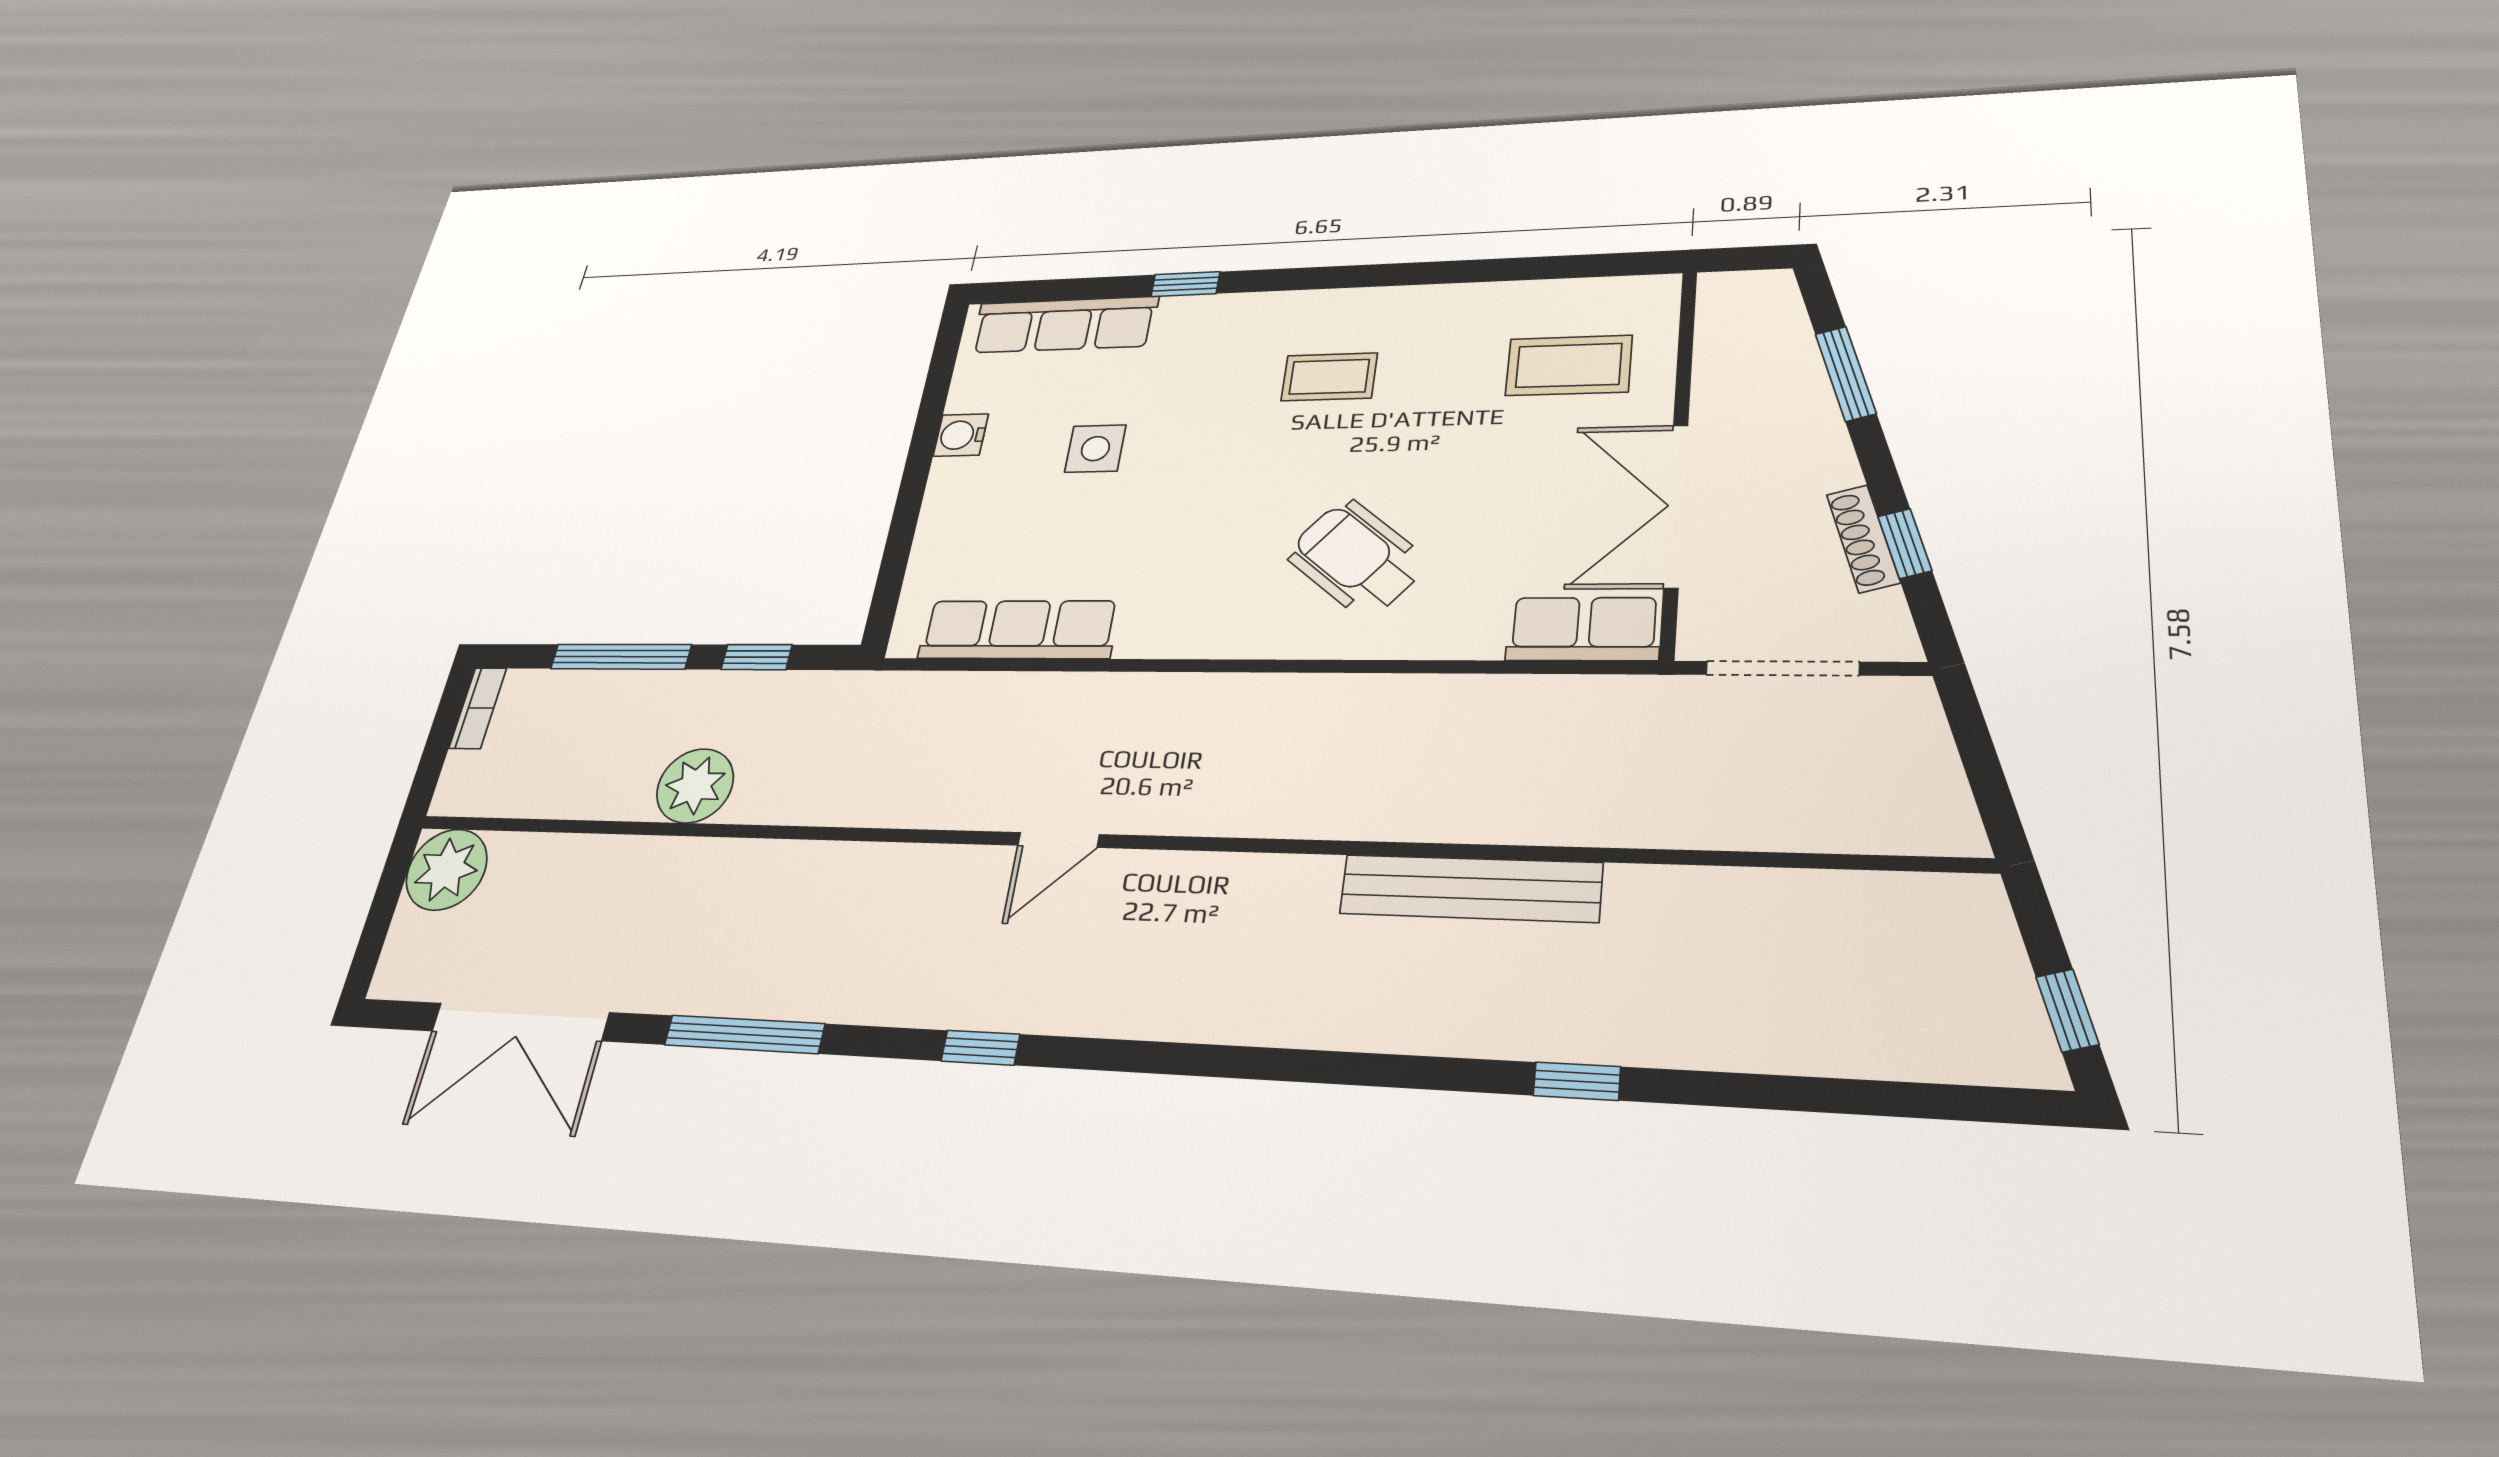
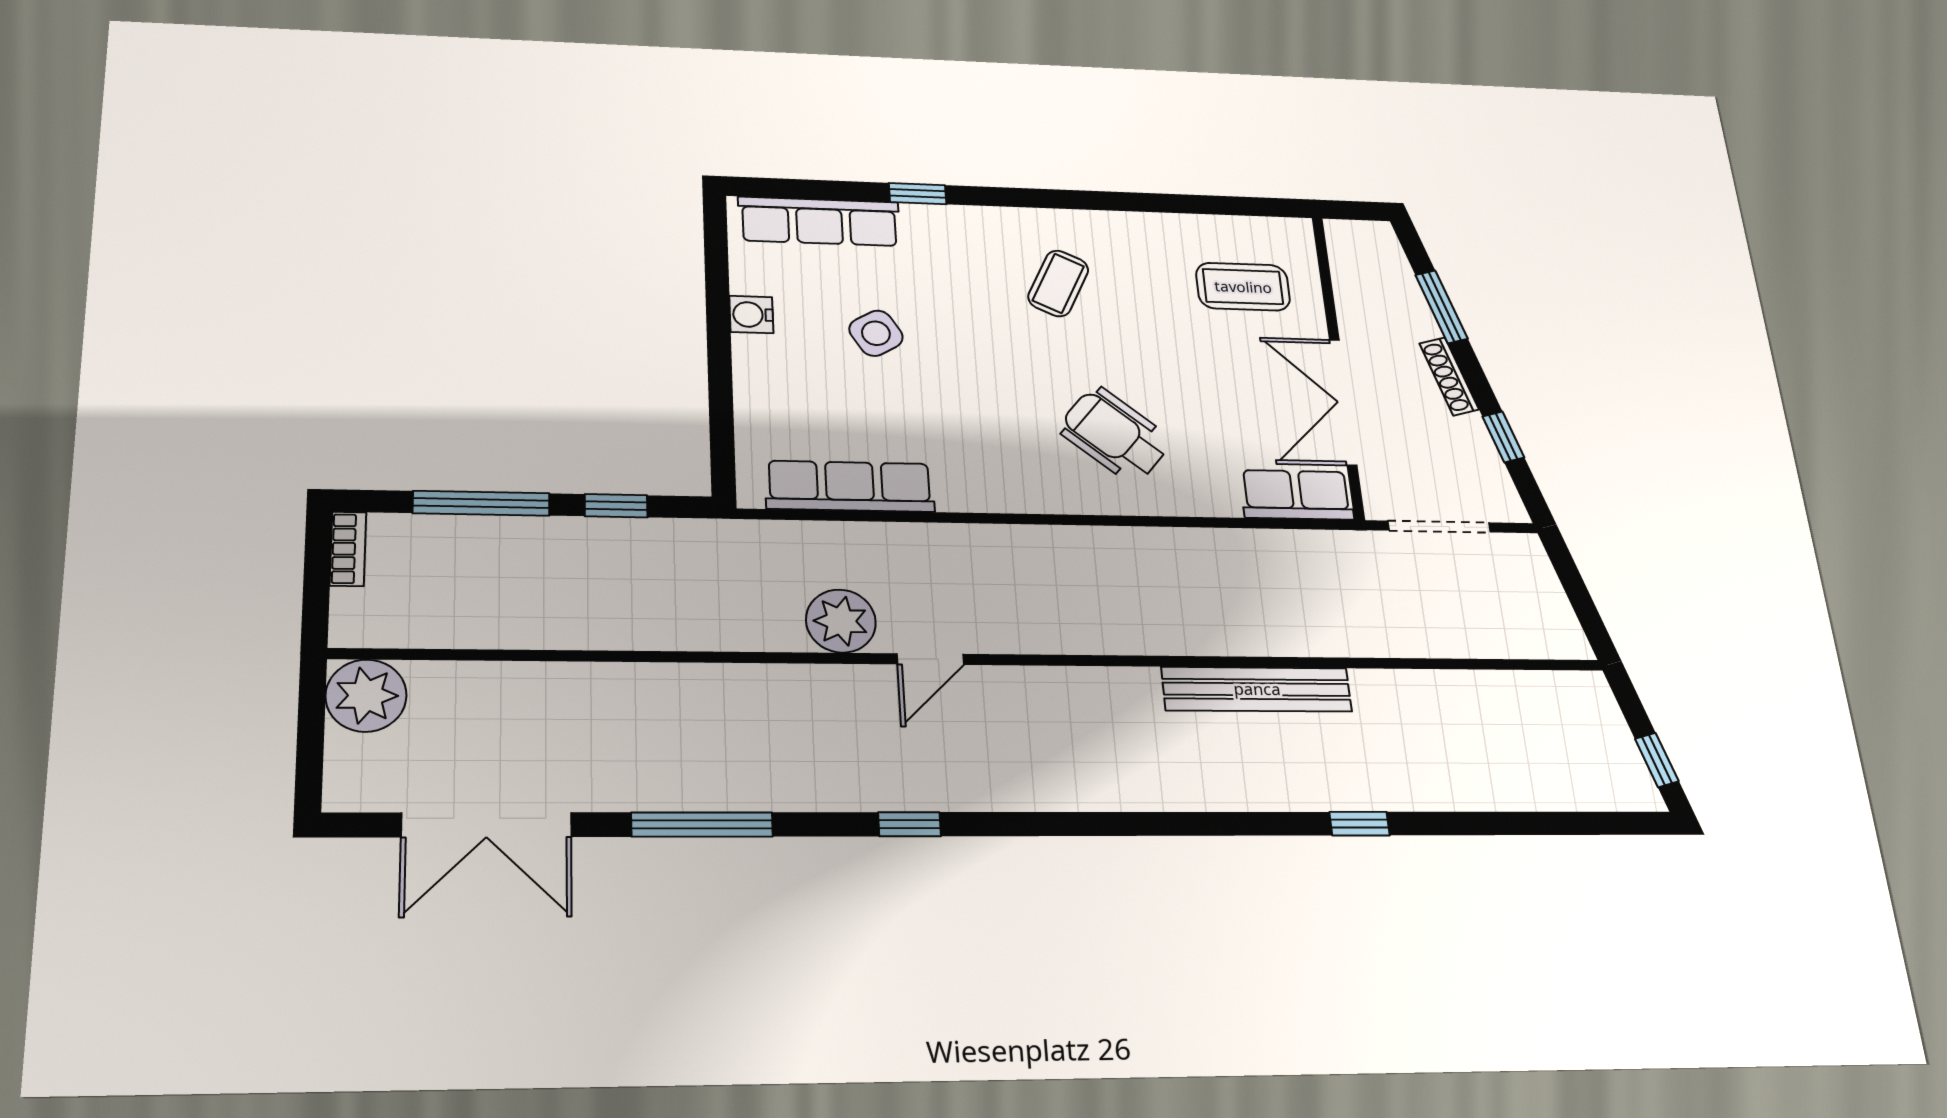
coffee table: (1329, 377) -> (1058, 283), turned -64
side table: (1095, 449) -> (876, 333), turned -31
shoe rack: (1863, 539) -> (1449, 376), moved
plant: (695, 786) -> (841, 621), moved

